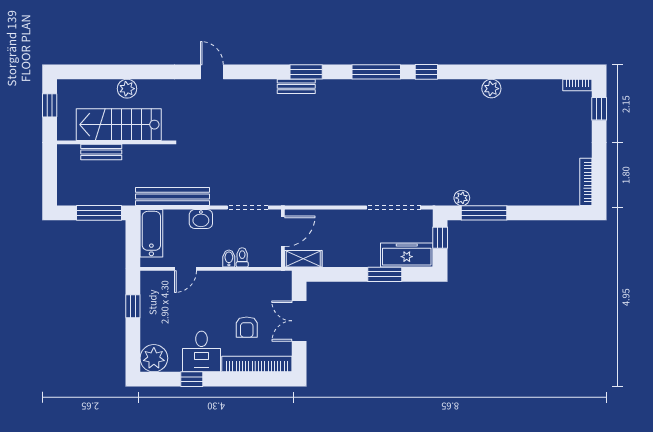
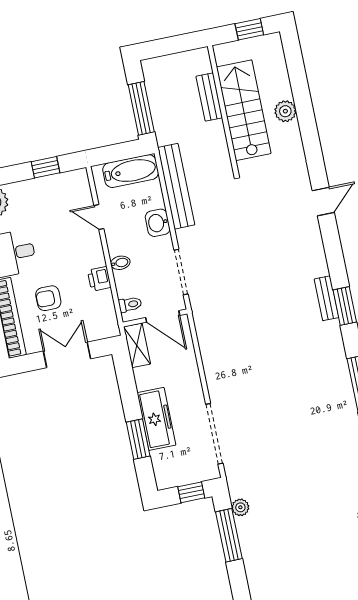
freezer: (407, 255) -> (156, 419), moved
toilet: (242, 257) -> (130, 304), moved
printer: (239, 279) -> (99, 279), added

